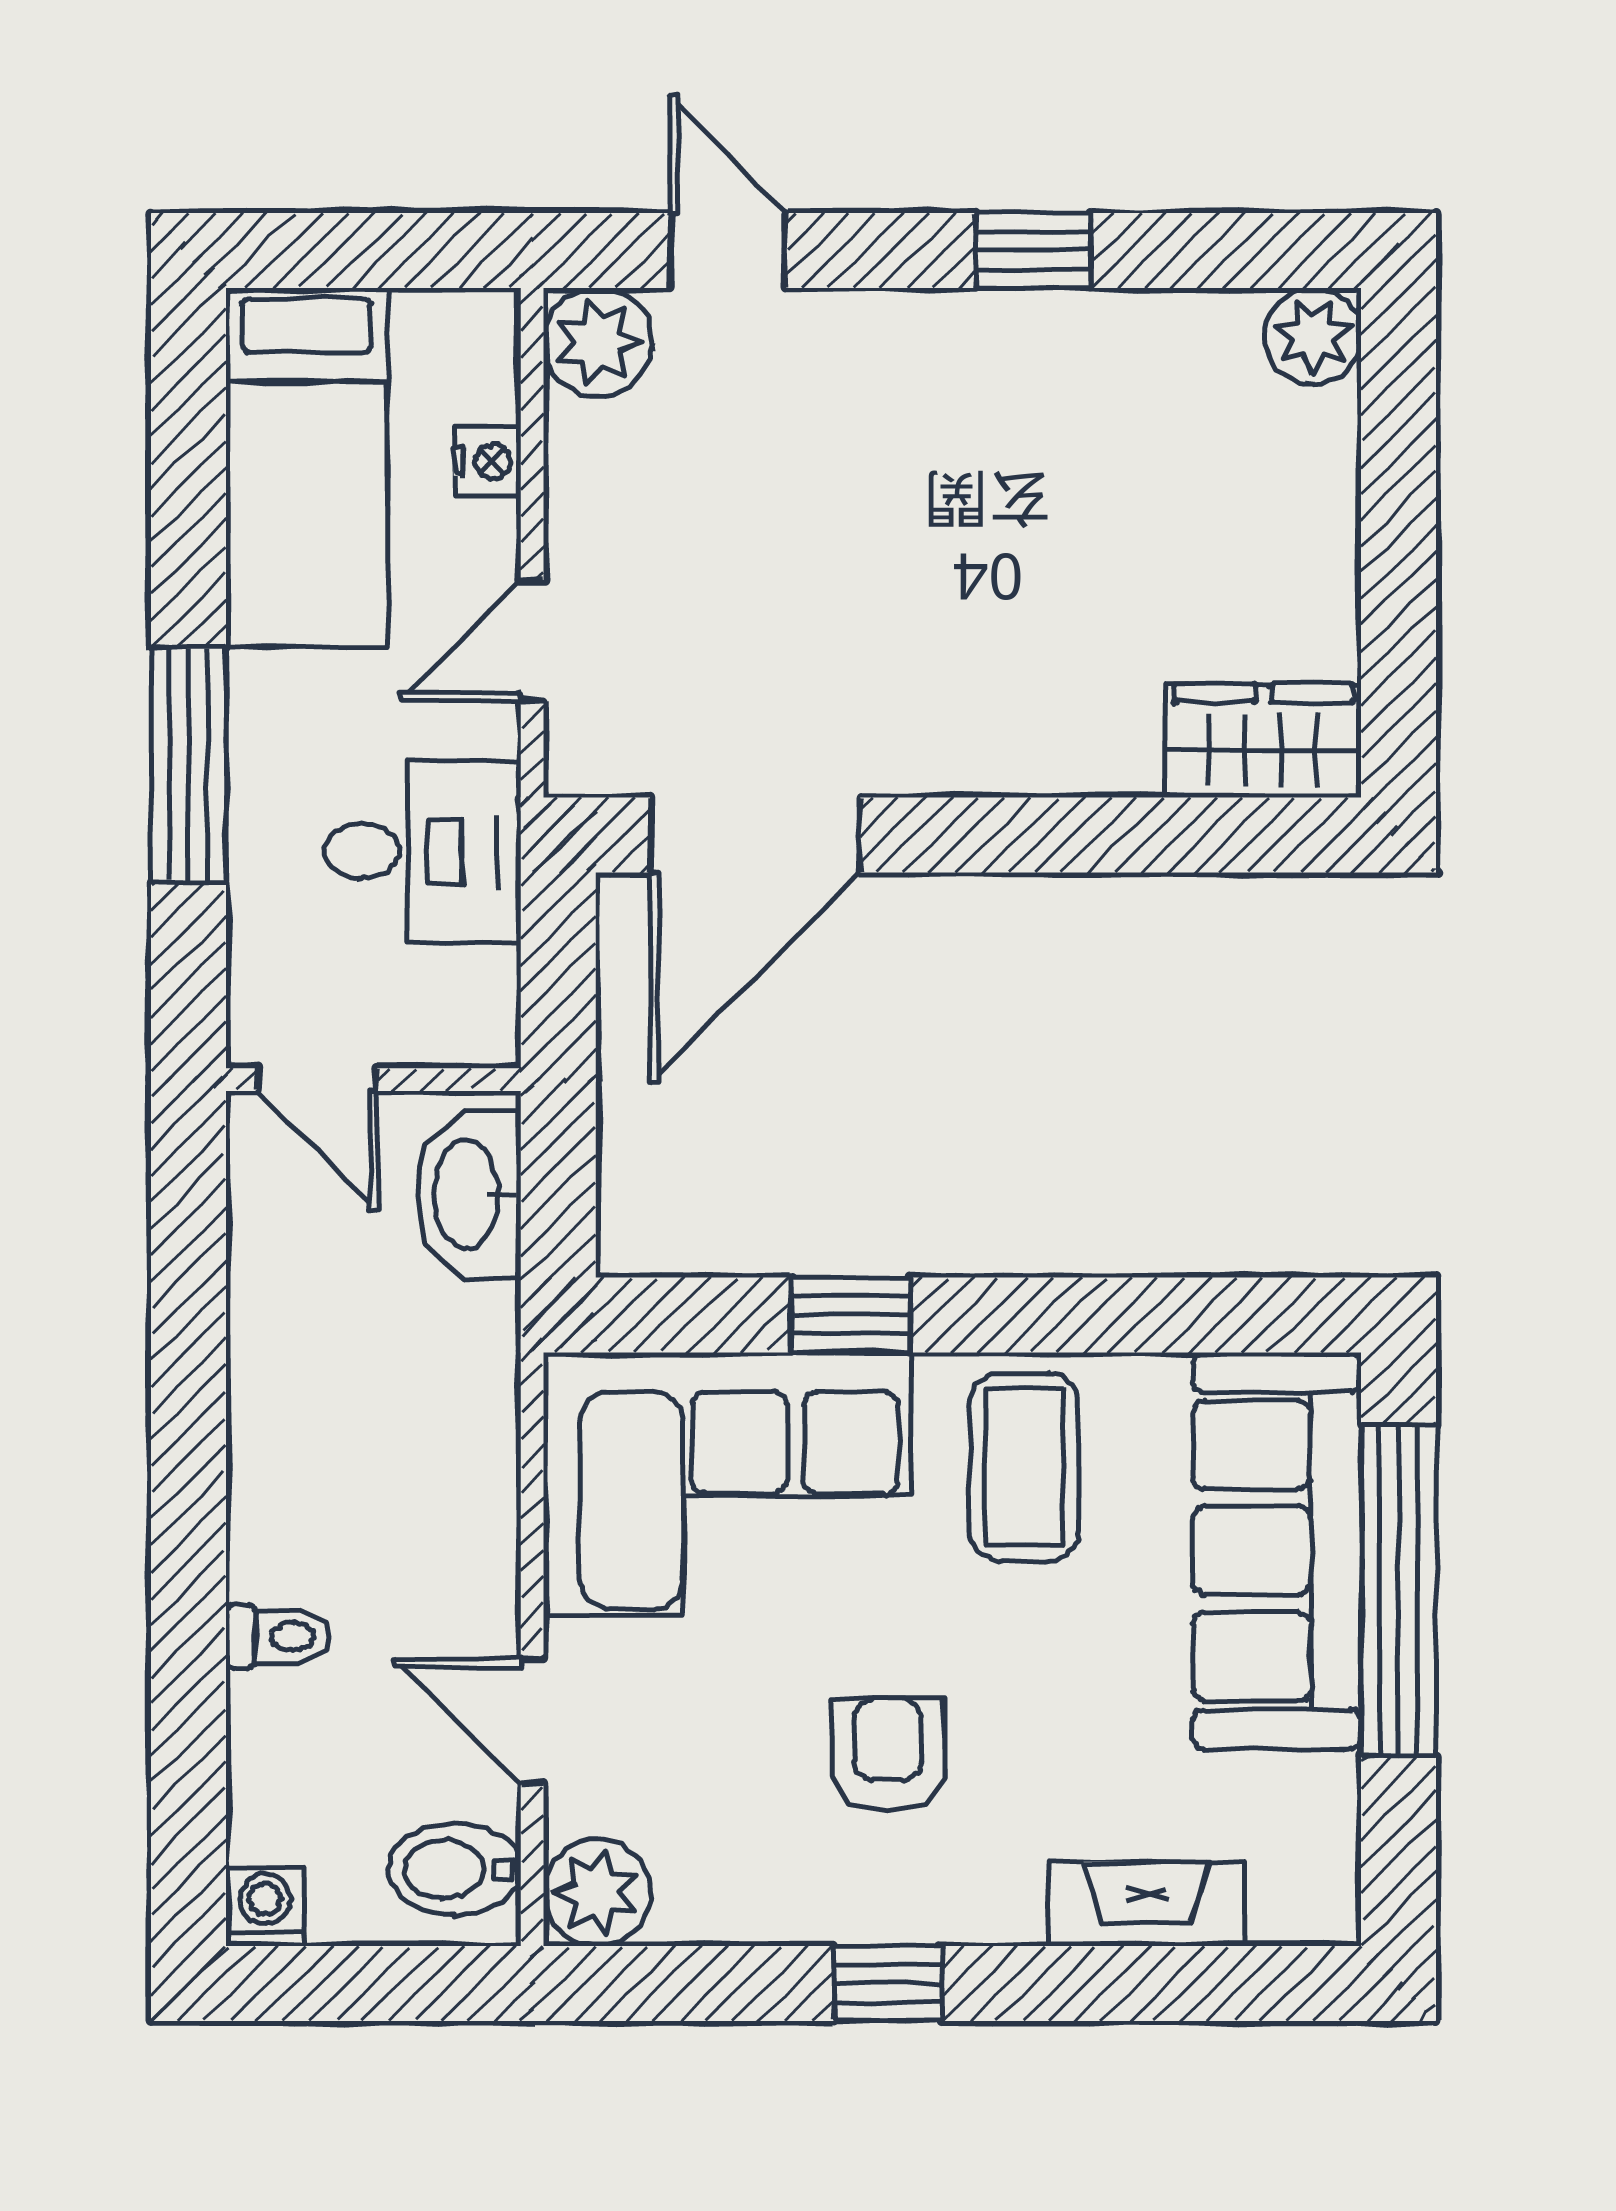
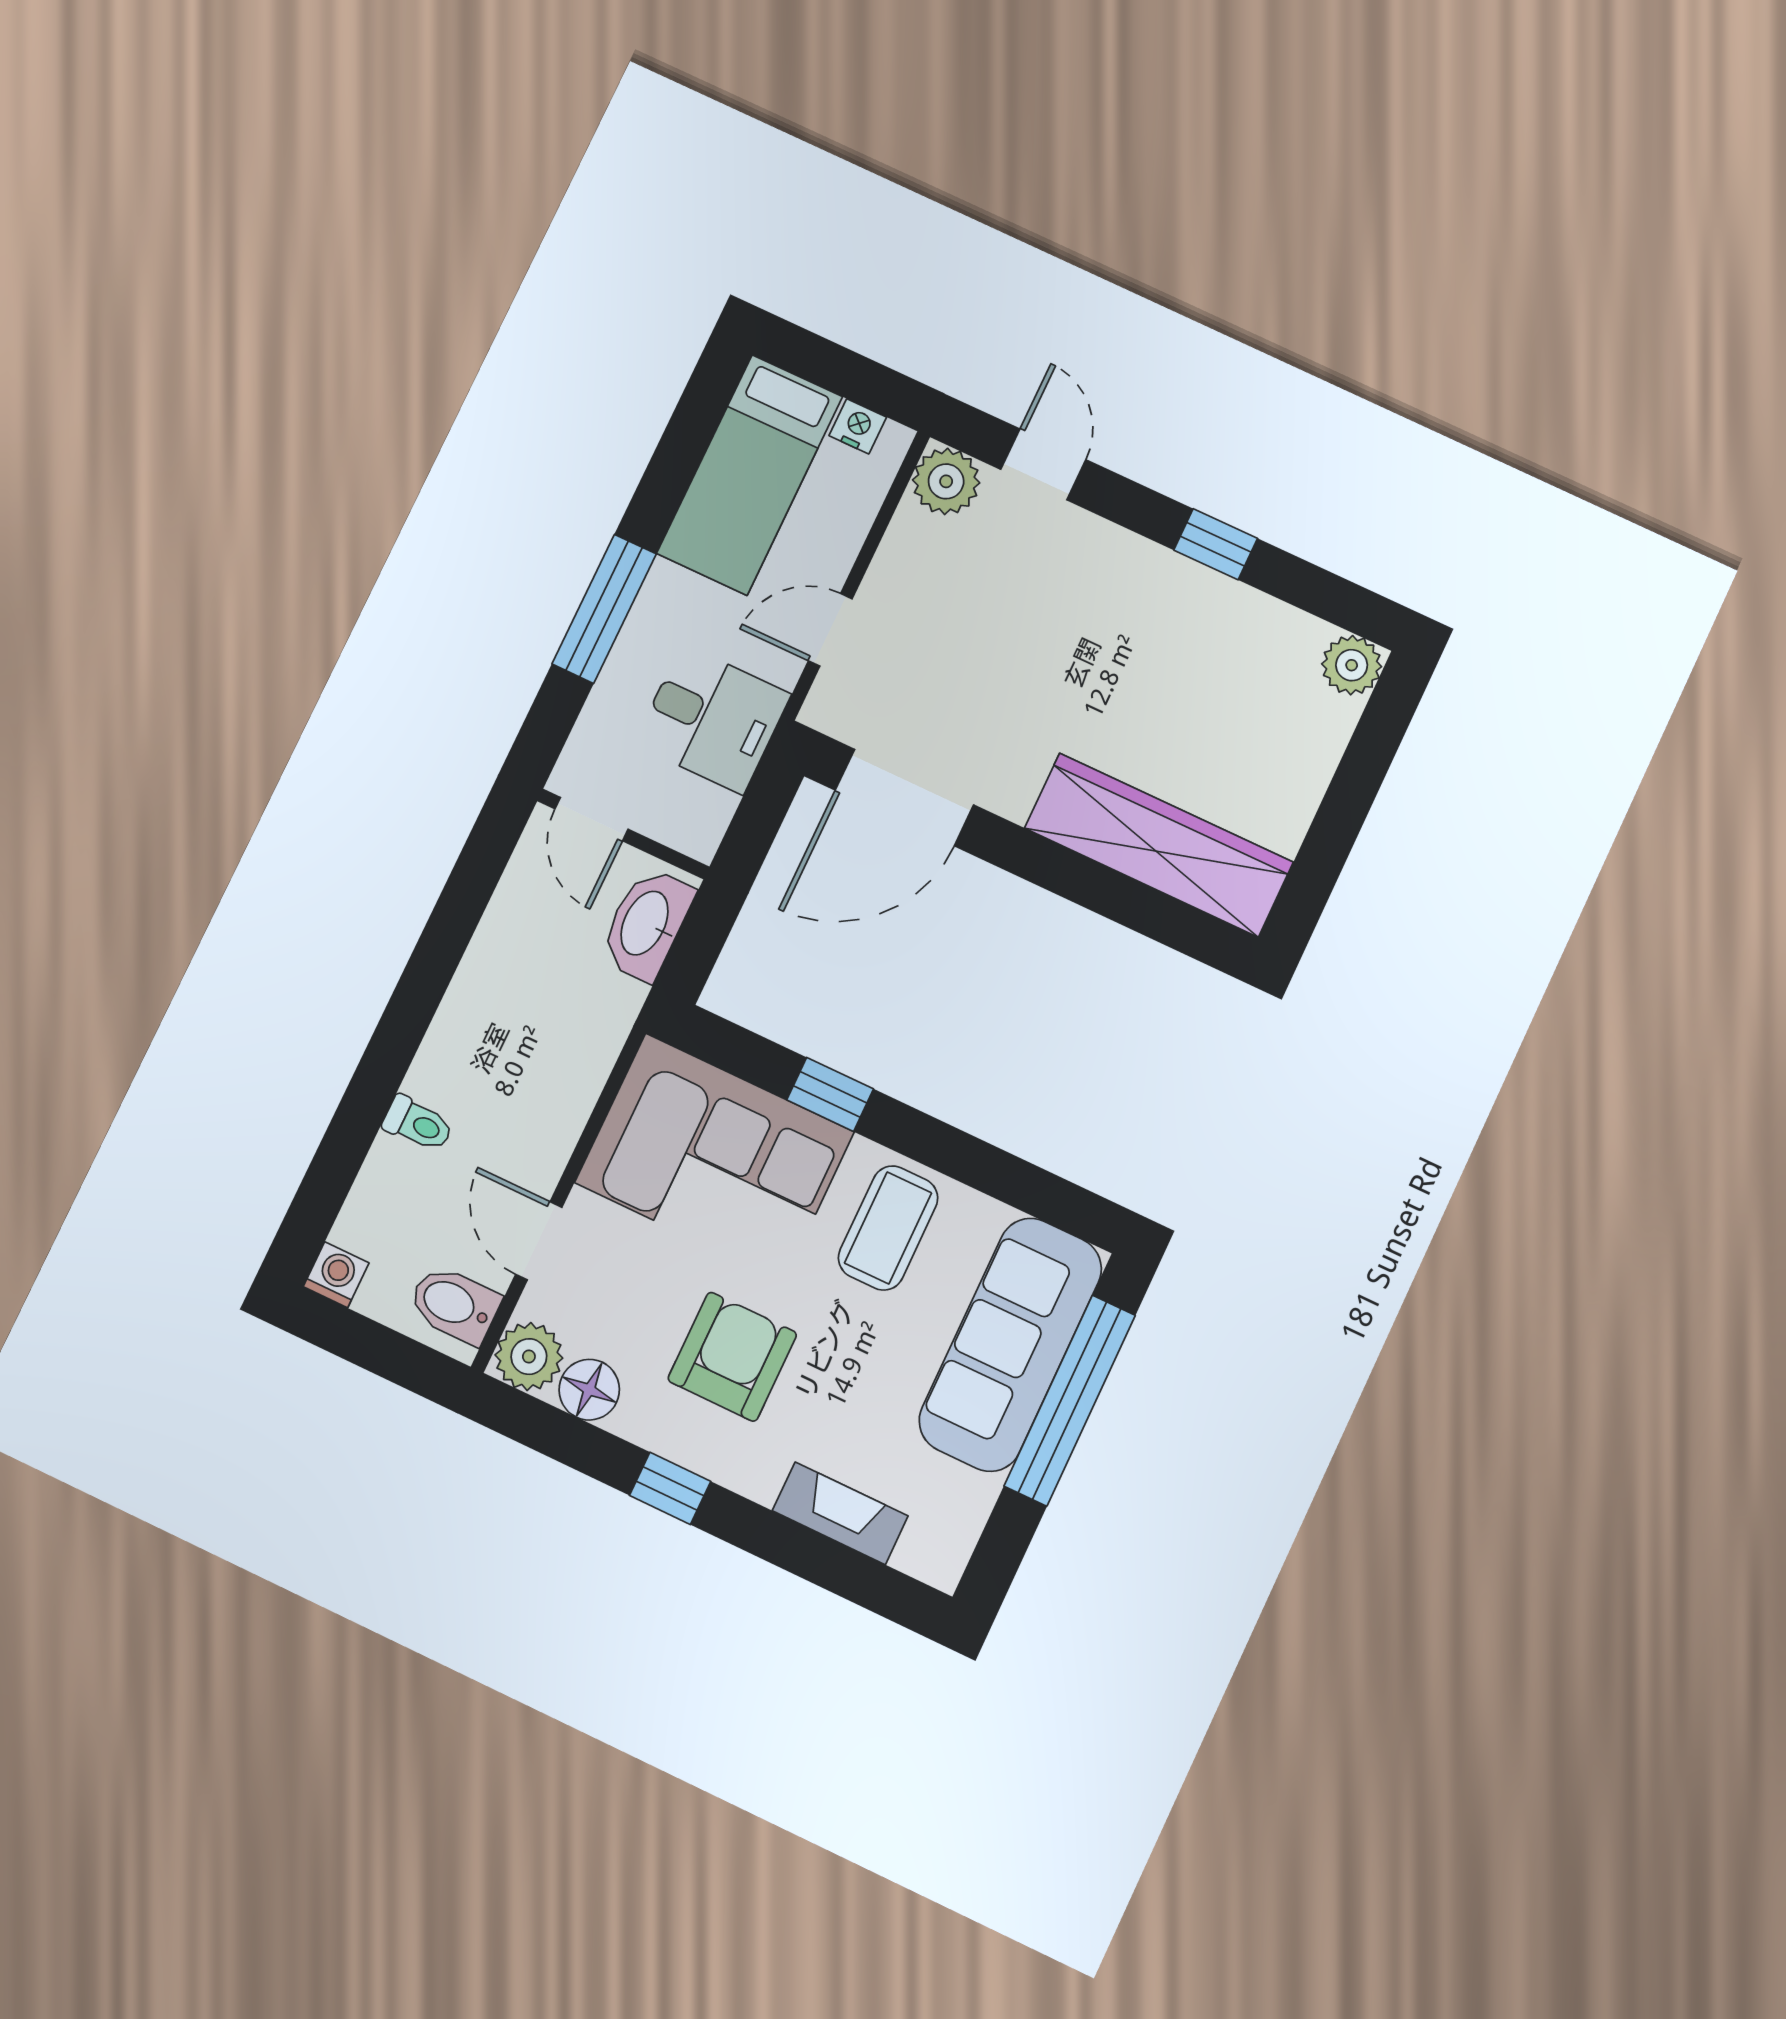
nightstand: (487, 461) -> (858, 426), moved, turned -90
wardrobe: (1263, 741) -> (1159, 845), width x2.10, depth x1.17
armchair: (888, 1755) -> (732, 1357), width x1.38, depth x1.38
floor lamp: (706, 1899) -> (589, 1390), added

